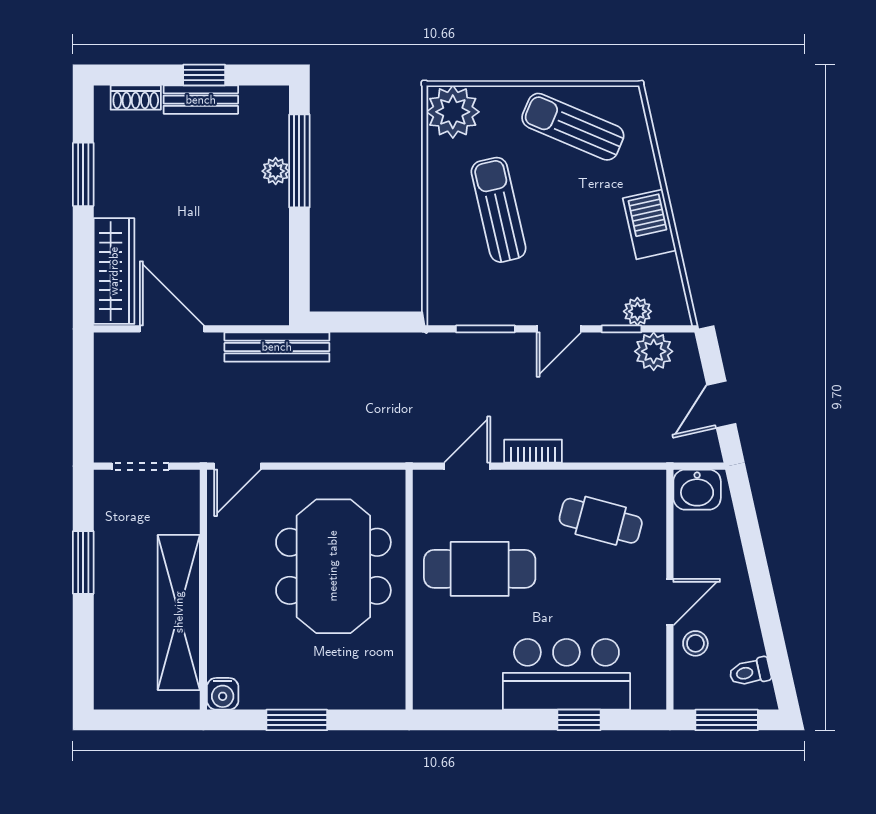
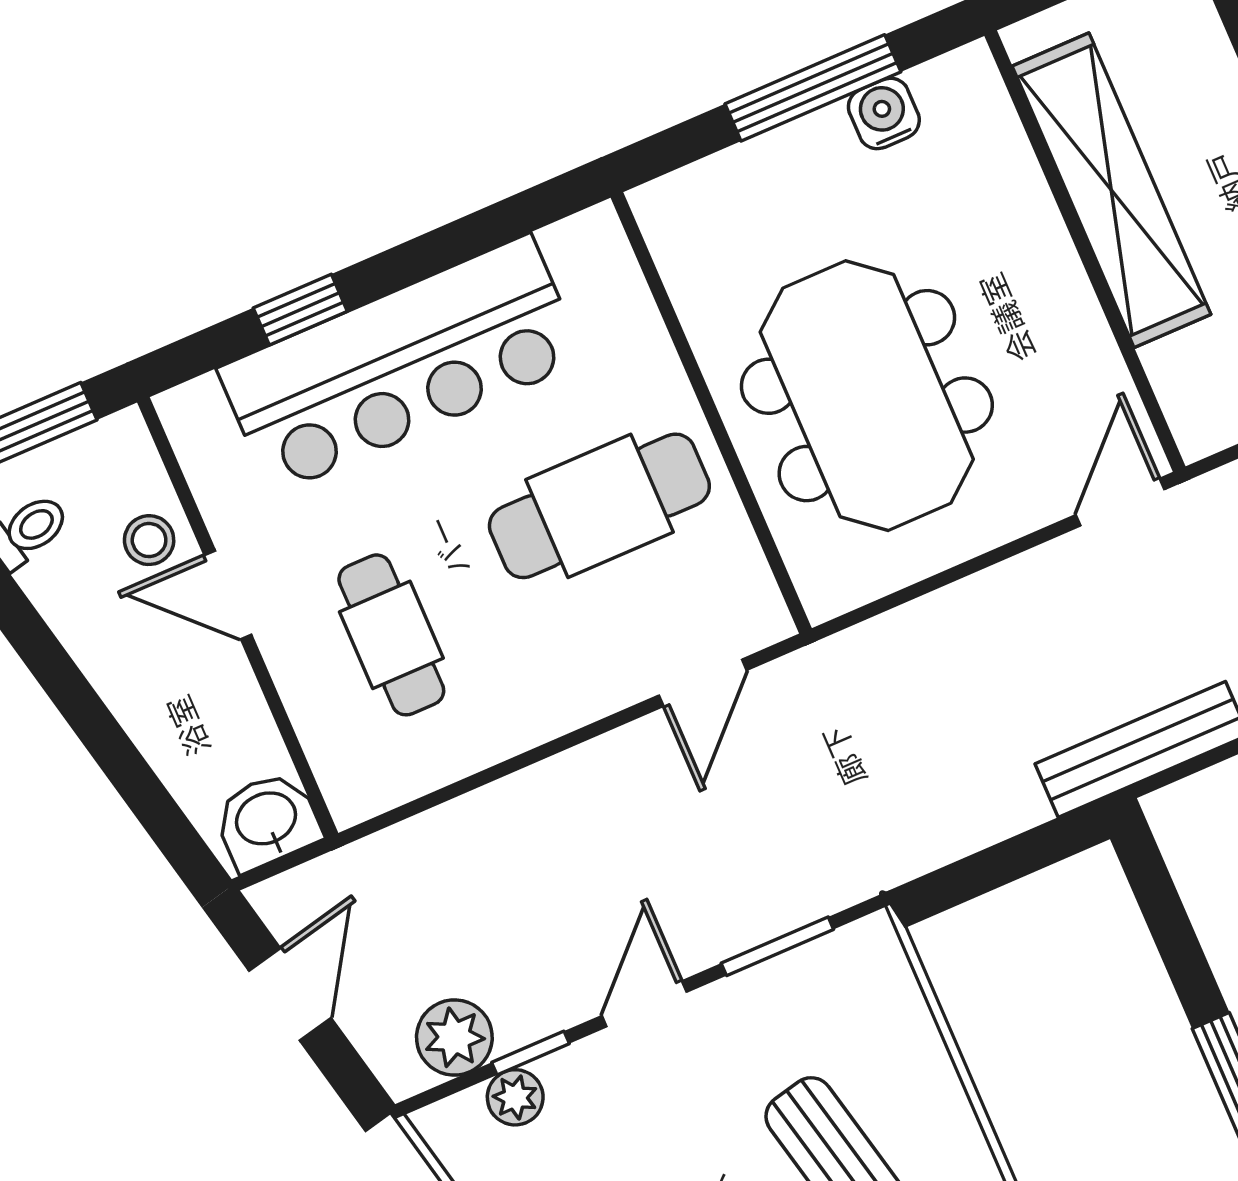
bookcase: (533, 451) -> (595, 762), removed
cafe table: (601, 521) -> (391, 635), moved, turned 75
door: (670, 602) -> (228, 595), hinge flipped
bar counter: (566, 674) -> (401, 365), width x1.36
water cooler: (223, 694) -> (884, 114), moved
window: (297, 720) -> (813, 88), width x1.44

